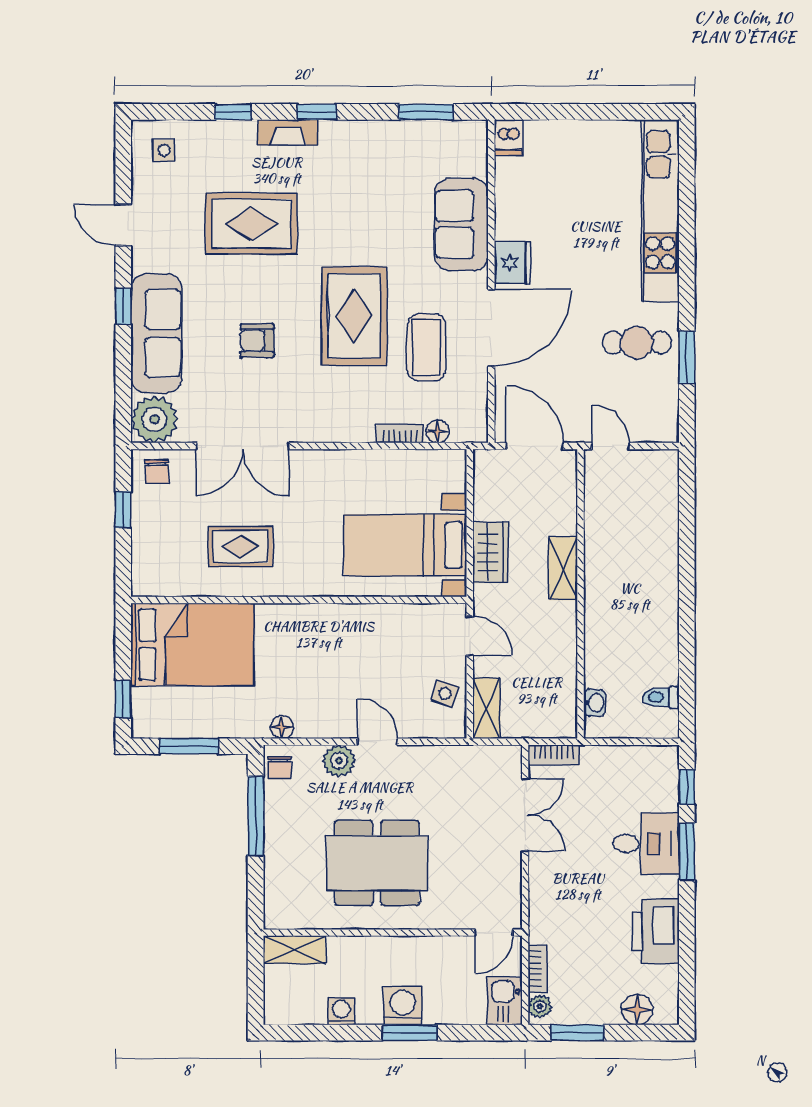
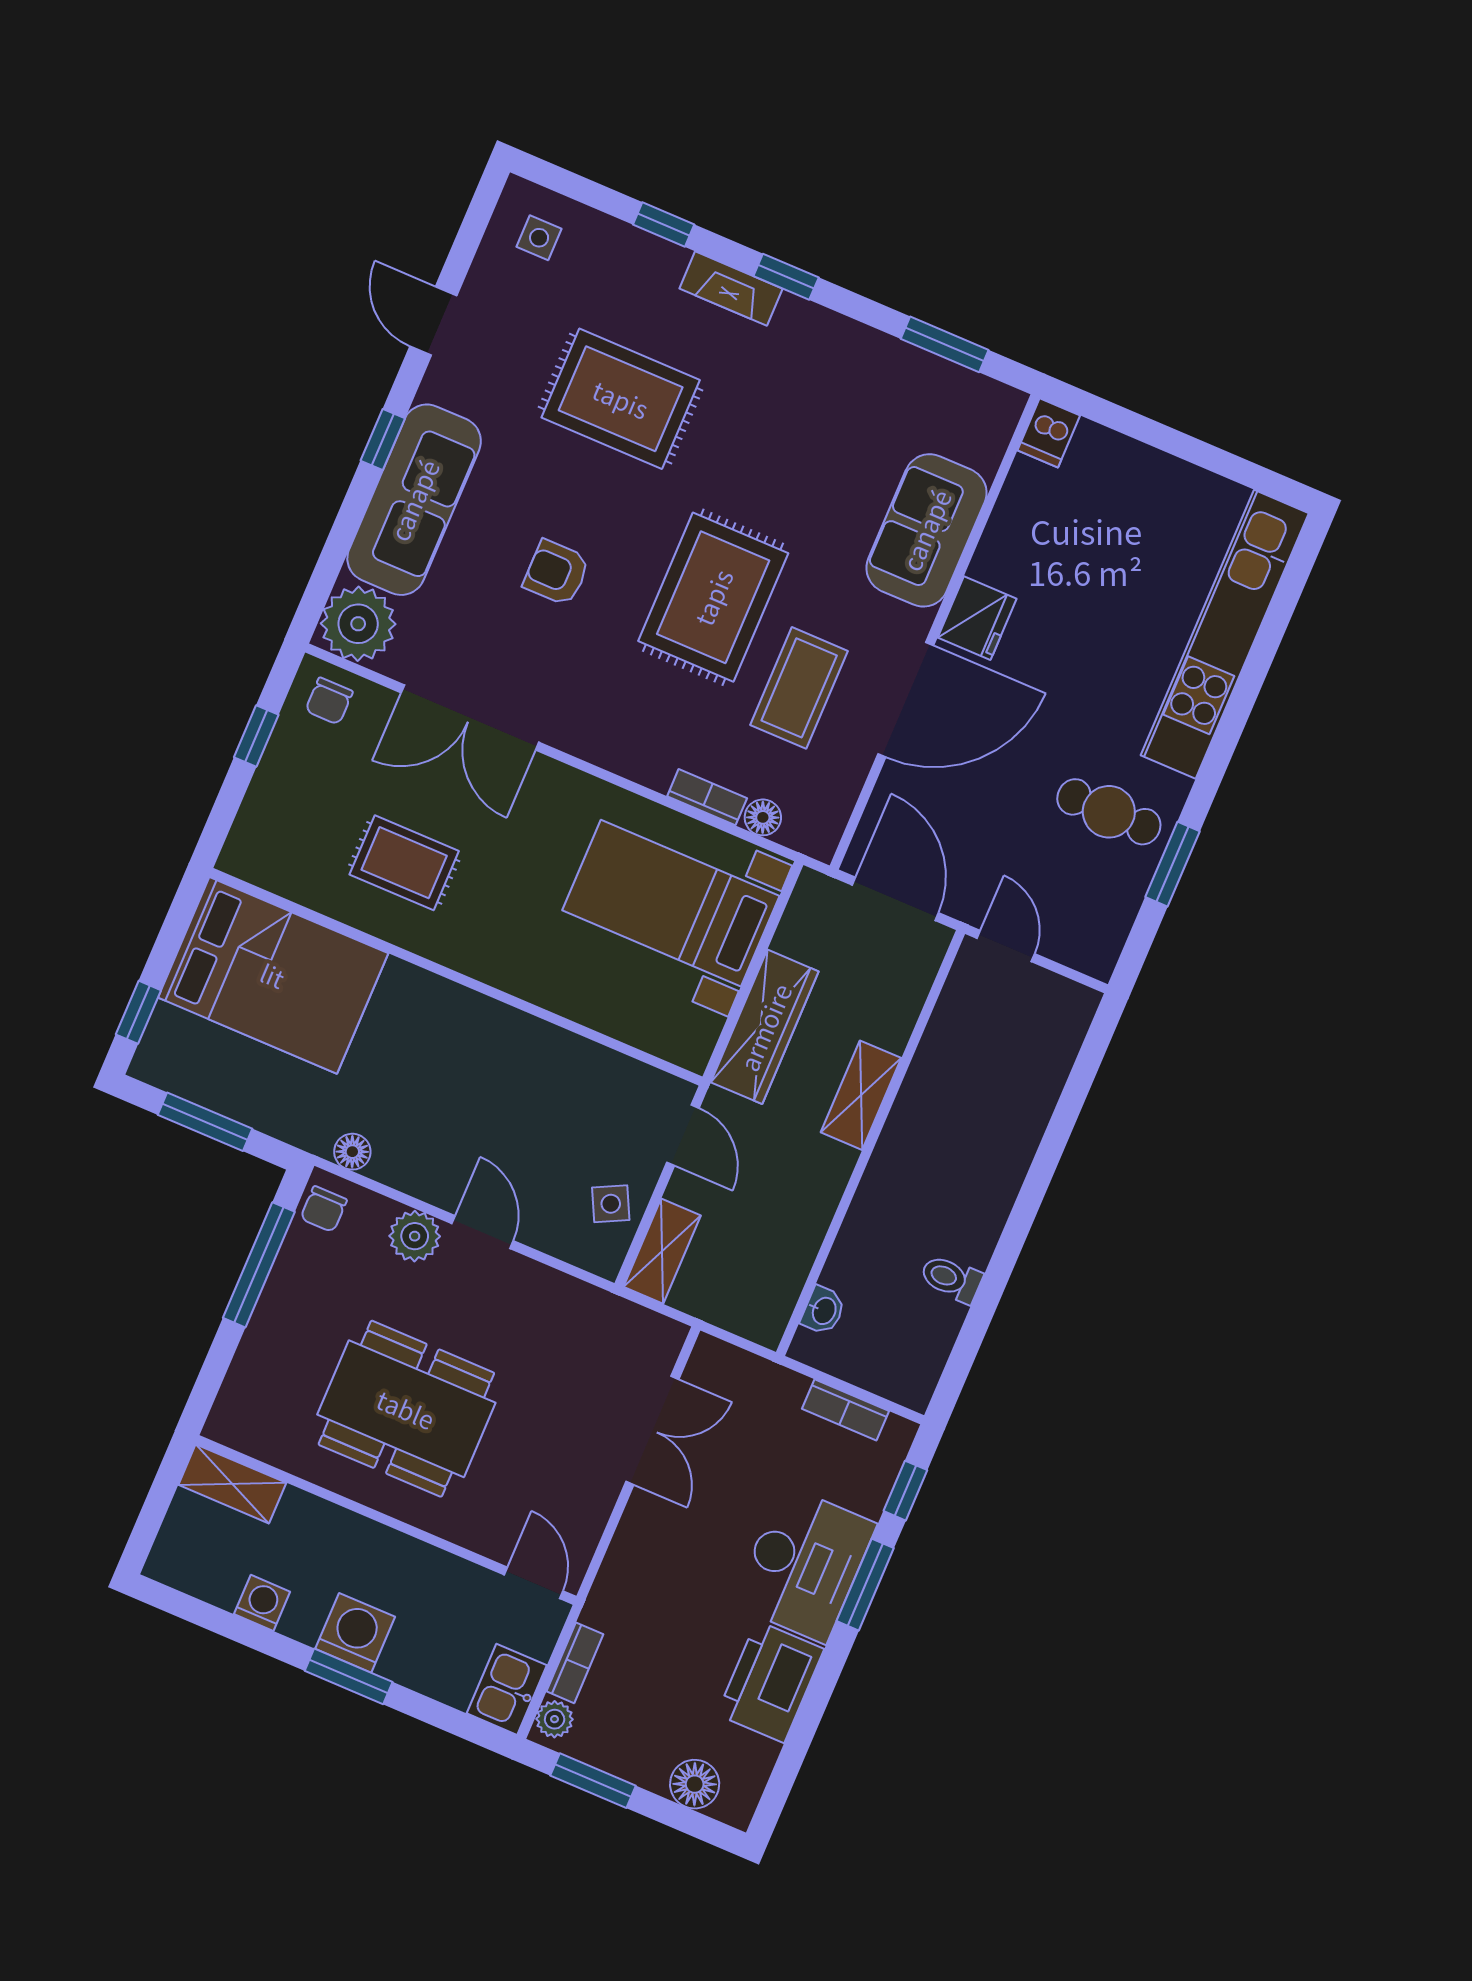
bed with nightstands: (405, 545) -> (671, 903), moved
wardrobe: (490, 553) -> (765, 1027), width x1.50
side table: (445, 693) -> (611, 1204), turned 45
toilet: (661, 697) -> (951, 1279), moved
bookcase: (554, 755) -> (845, 1410), moved
desk: (646, 843) -> (804, 1564), width x1.37
door: (494, 933) -> (534, 1583), swing flipped

